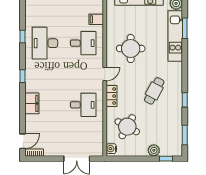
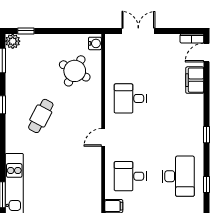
round table: (131, 49) -> (70, 169), removed
locker: (111, 96) -> (95, 110), removed
filing cabinet: (32, 103) -> (195, 80), moved
plant: (154, 150) -> (13, 41), moved

